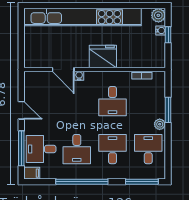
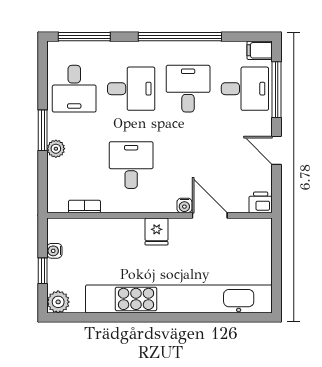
water cooler: (161, 31) -> (54, 251), moved
fridge: (103, 57) -> (157, 232), width x0.53, depth x0.75
printer: (31, 78) -> (261, 202), added
window: (168, 110) -> (43, 130), moved
plant: (160, 124) -> (56, 149), moved
desk: (113, 149) -> (131, 89), turned -90

